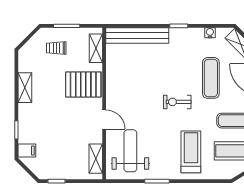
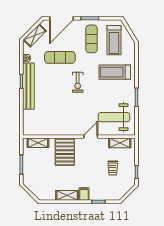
bench: (137, 35) -> (28, 86), moved
trolley: (56, 48) -> (113, 168), moved
filing cabinet: (27, 151) -> (84, 194), moved

